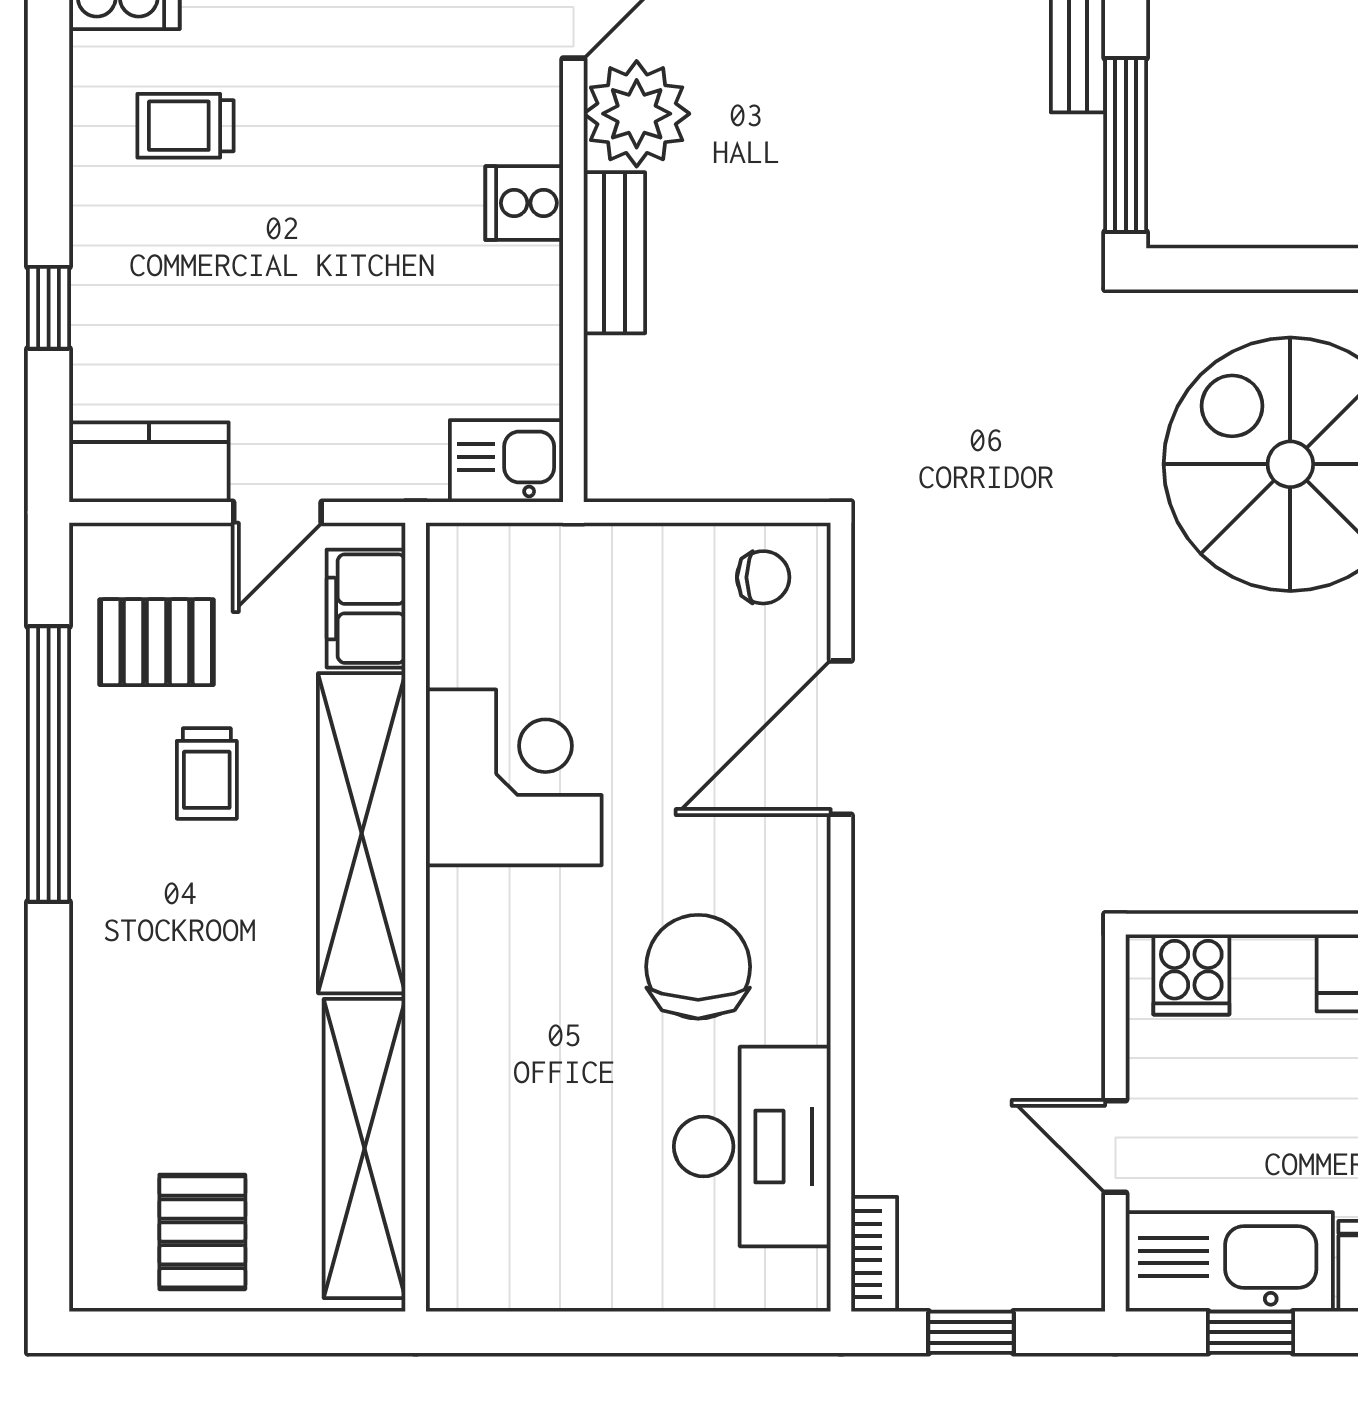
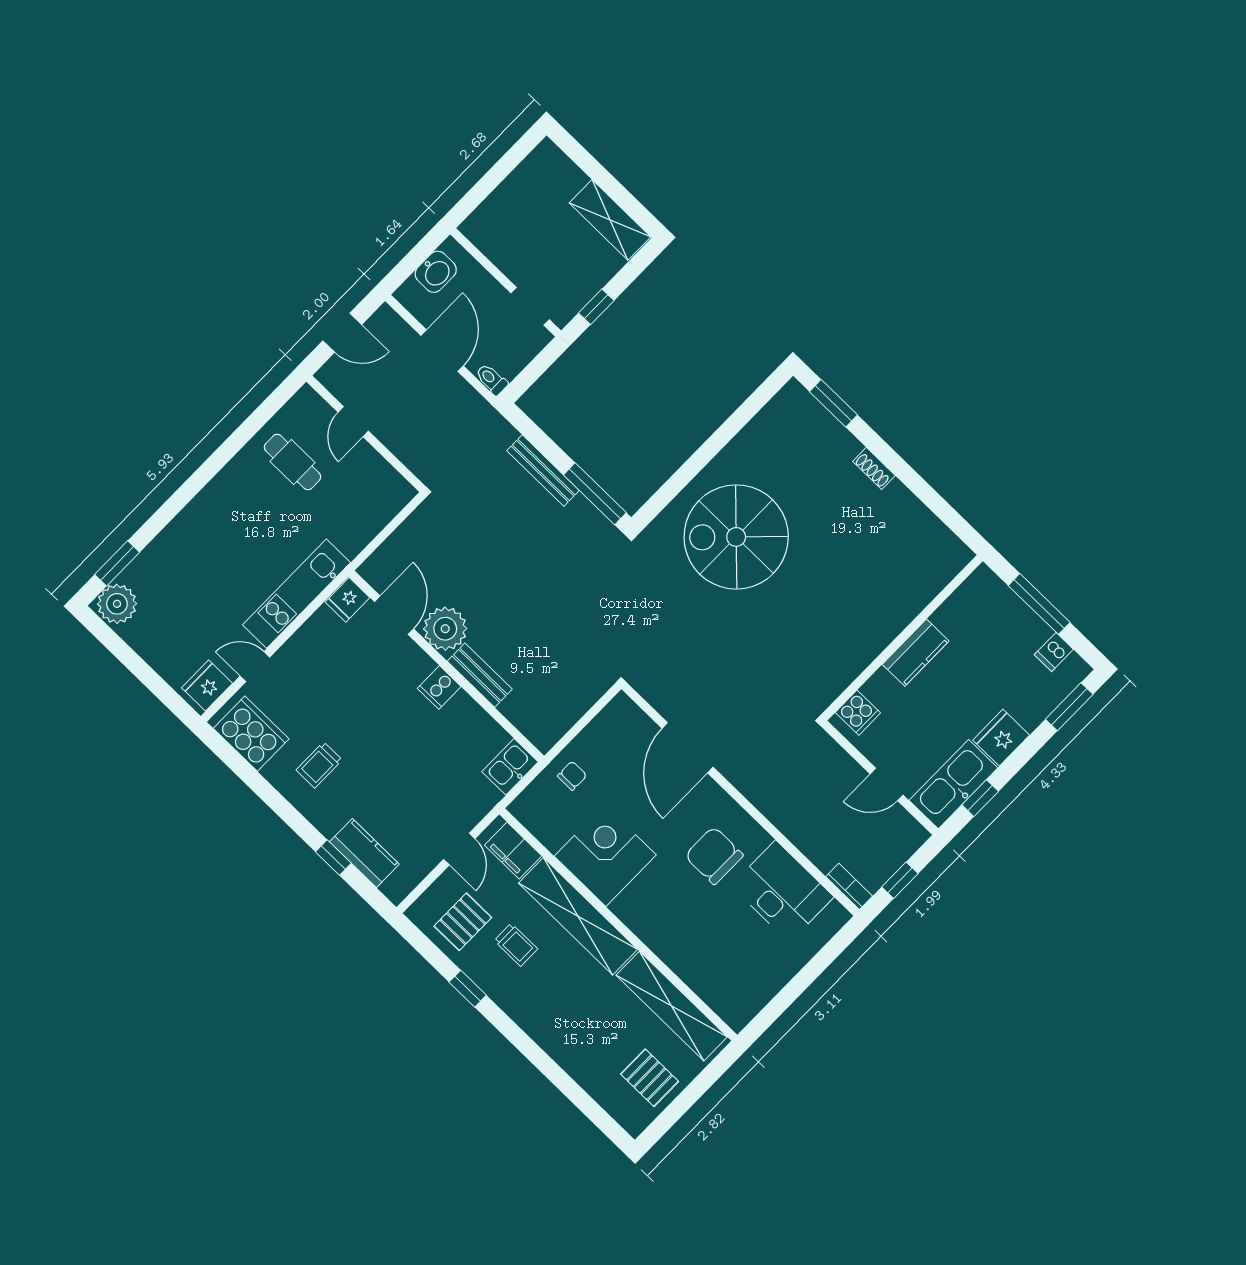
kitchen counter: (149, 462) -> (364, 853), moved, turned 90
chair: (763, 577) -> (572, 776), moved
window: (49, 764) -> (468, 989), width x0.32

